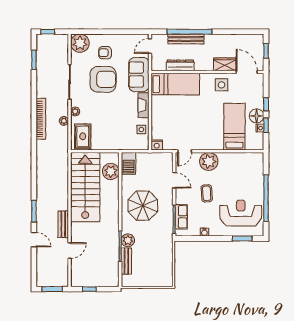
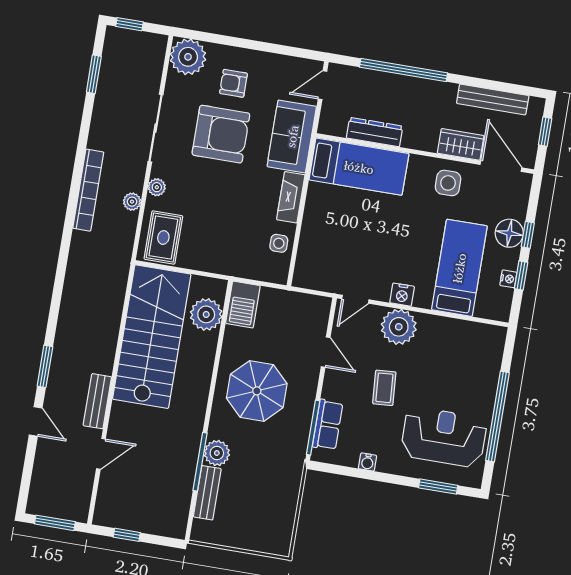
bench: (186, 39) -> (493, 100), moved
floor lamp: (257, 116) -> (509, 233), moved
nightstand: (157, 145) -> (402, 295), moved

